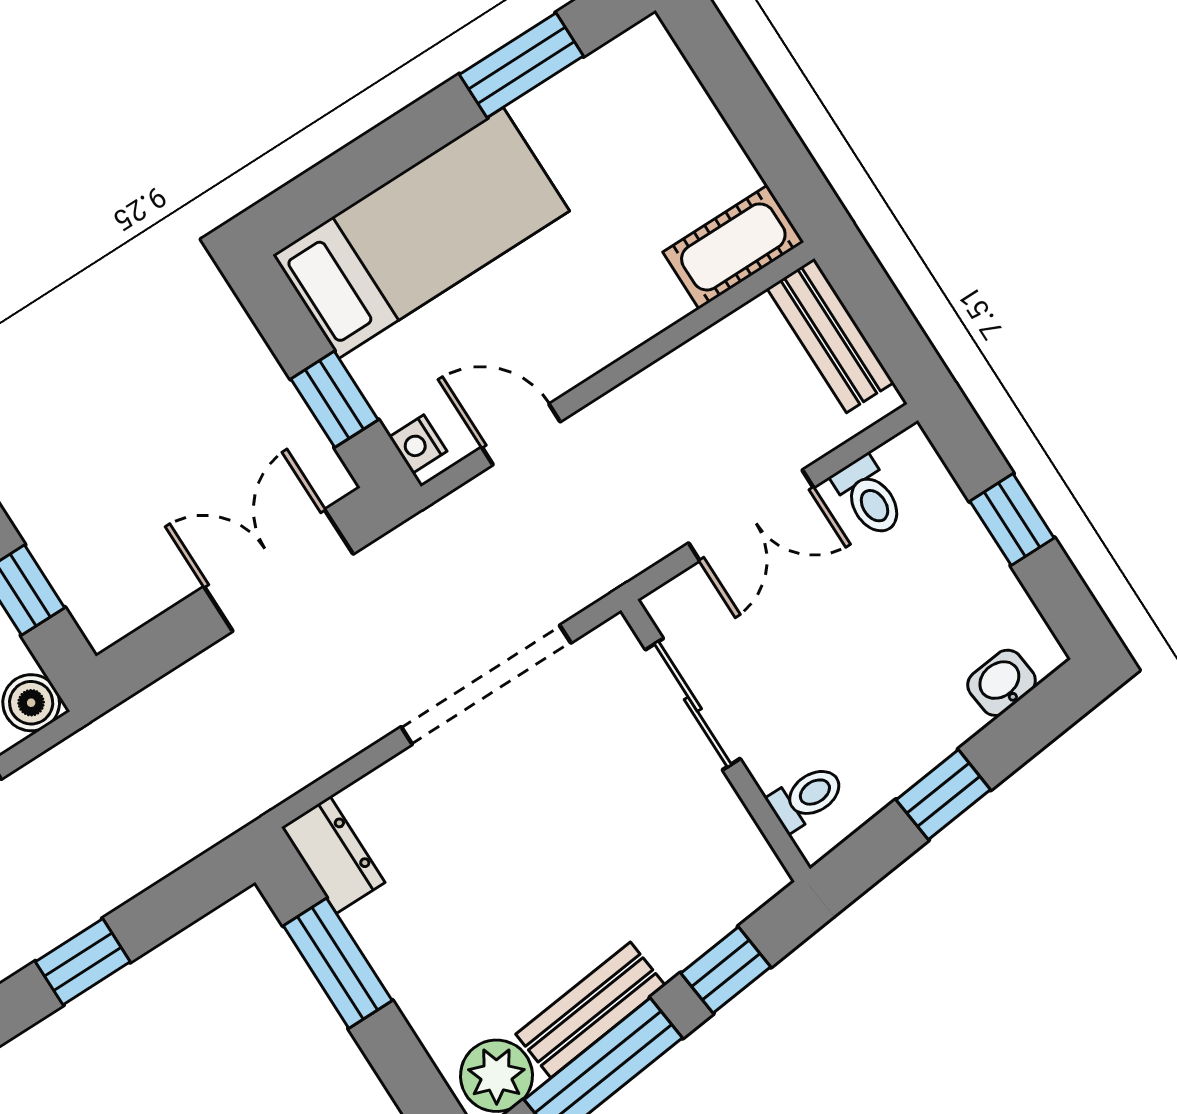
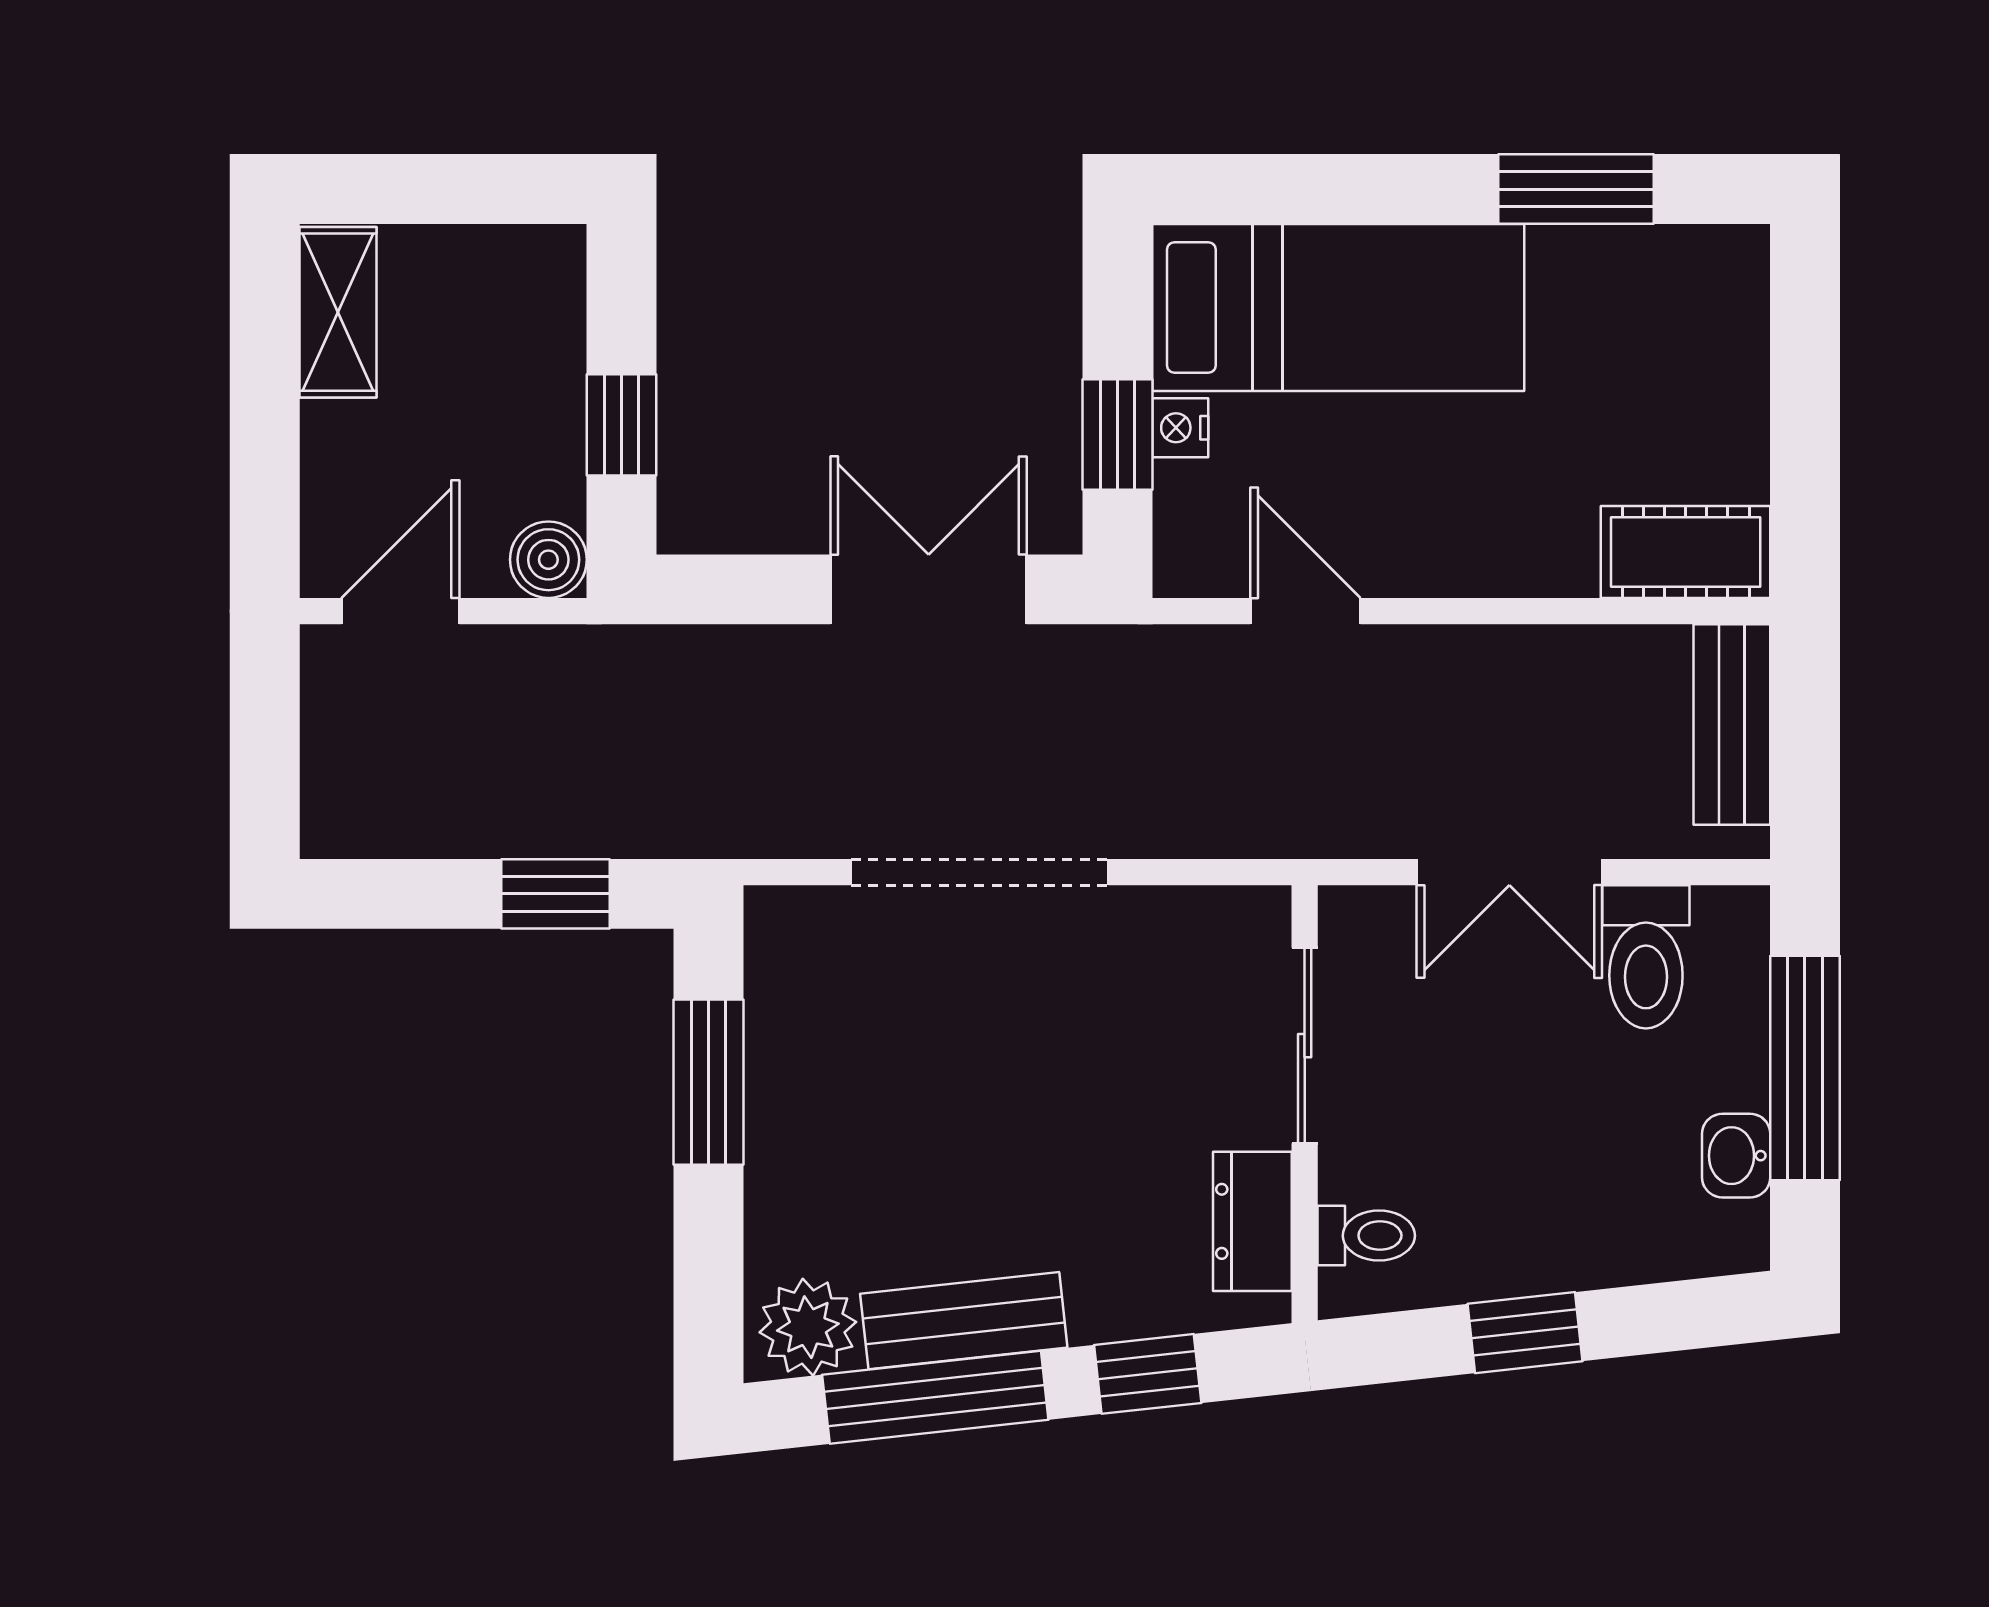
nightstand: (418, 444) -> (1180, 428), moved
toilet: (869, 497) -> (1646, 957), width x1.37, depth x1.39
window: (1012, 520) -> (1805, 1068), width x2.17
washbasin: (1002, 683) -> (1736, 1156), moved, turned -84
doorway: (486, 685) -> (979, 872), moved
dresser: (333, 855) -> (1252, 1221), moved, turned 180
window: (83, 962) -> (556, 894), moved

